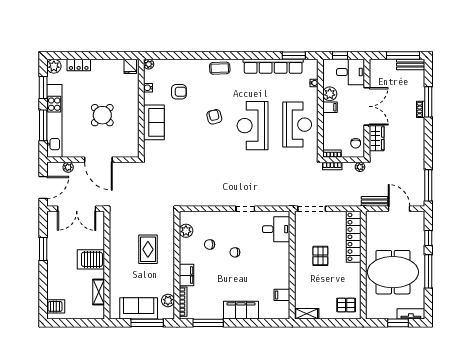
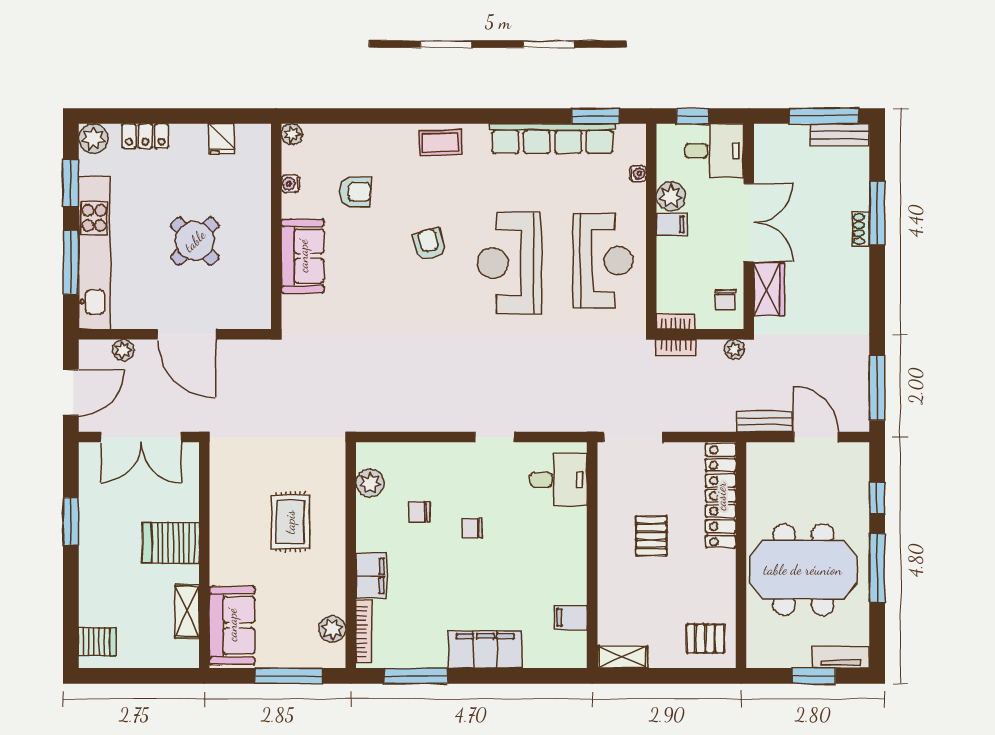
fridge: (130, 66) -> (222, 139), moved
sofa: (139, 308) -> (232, 625), moved, turned 90

